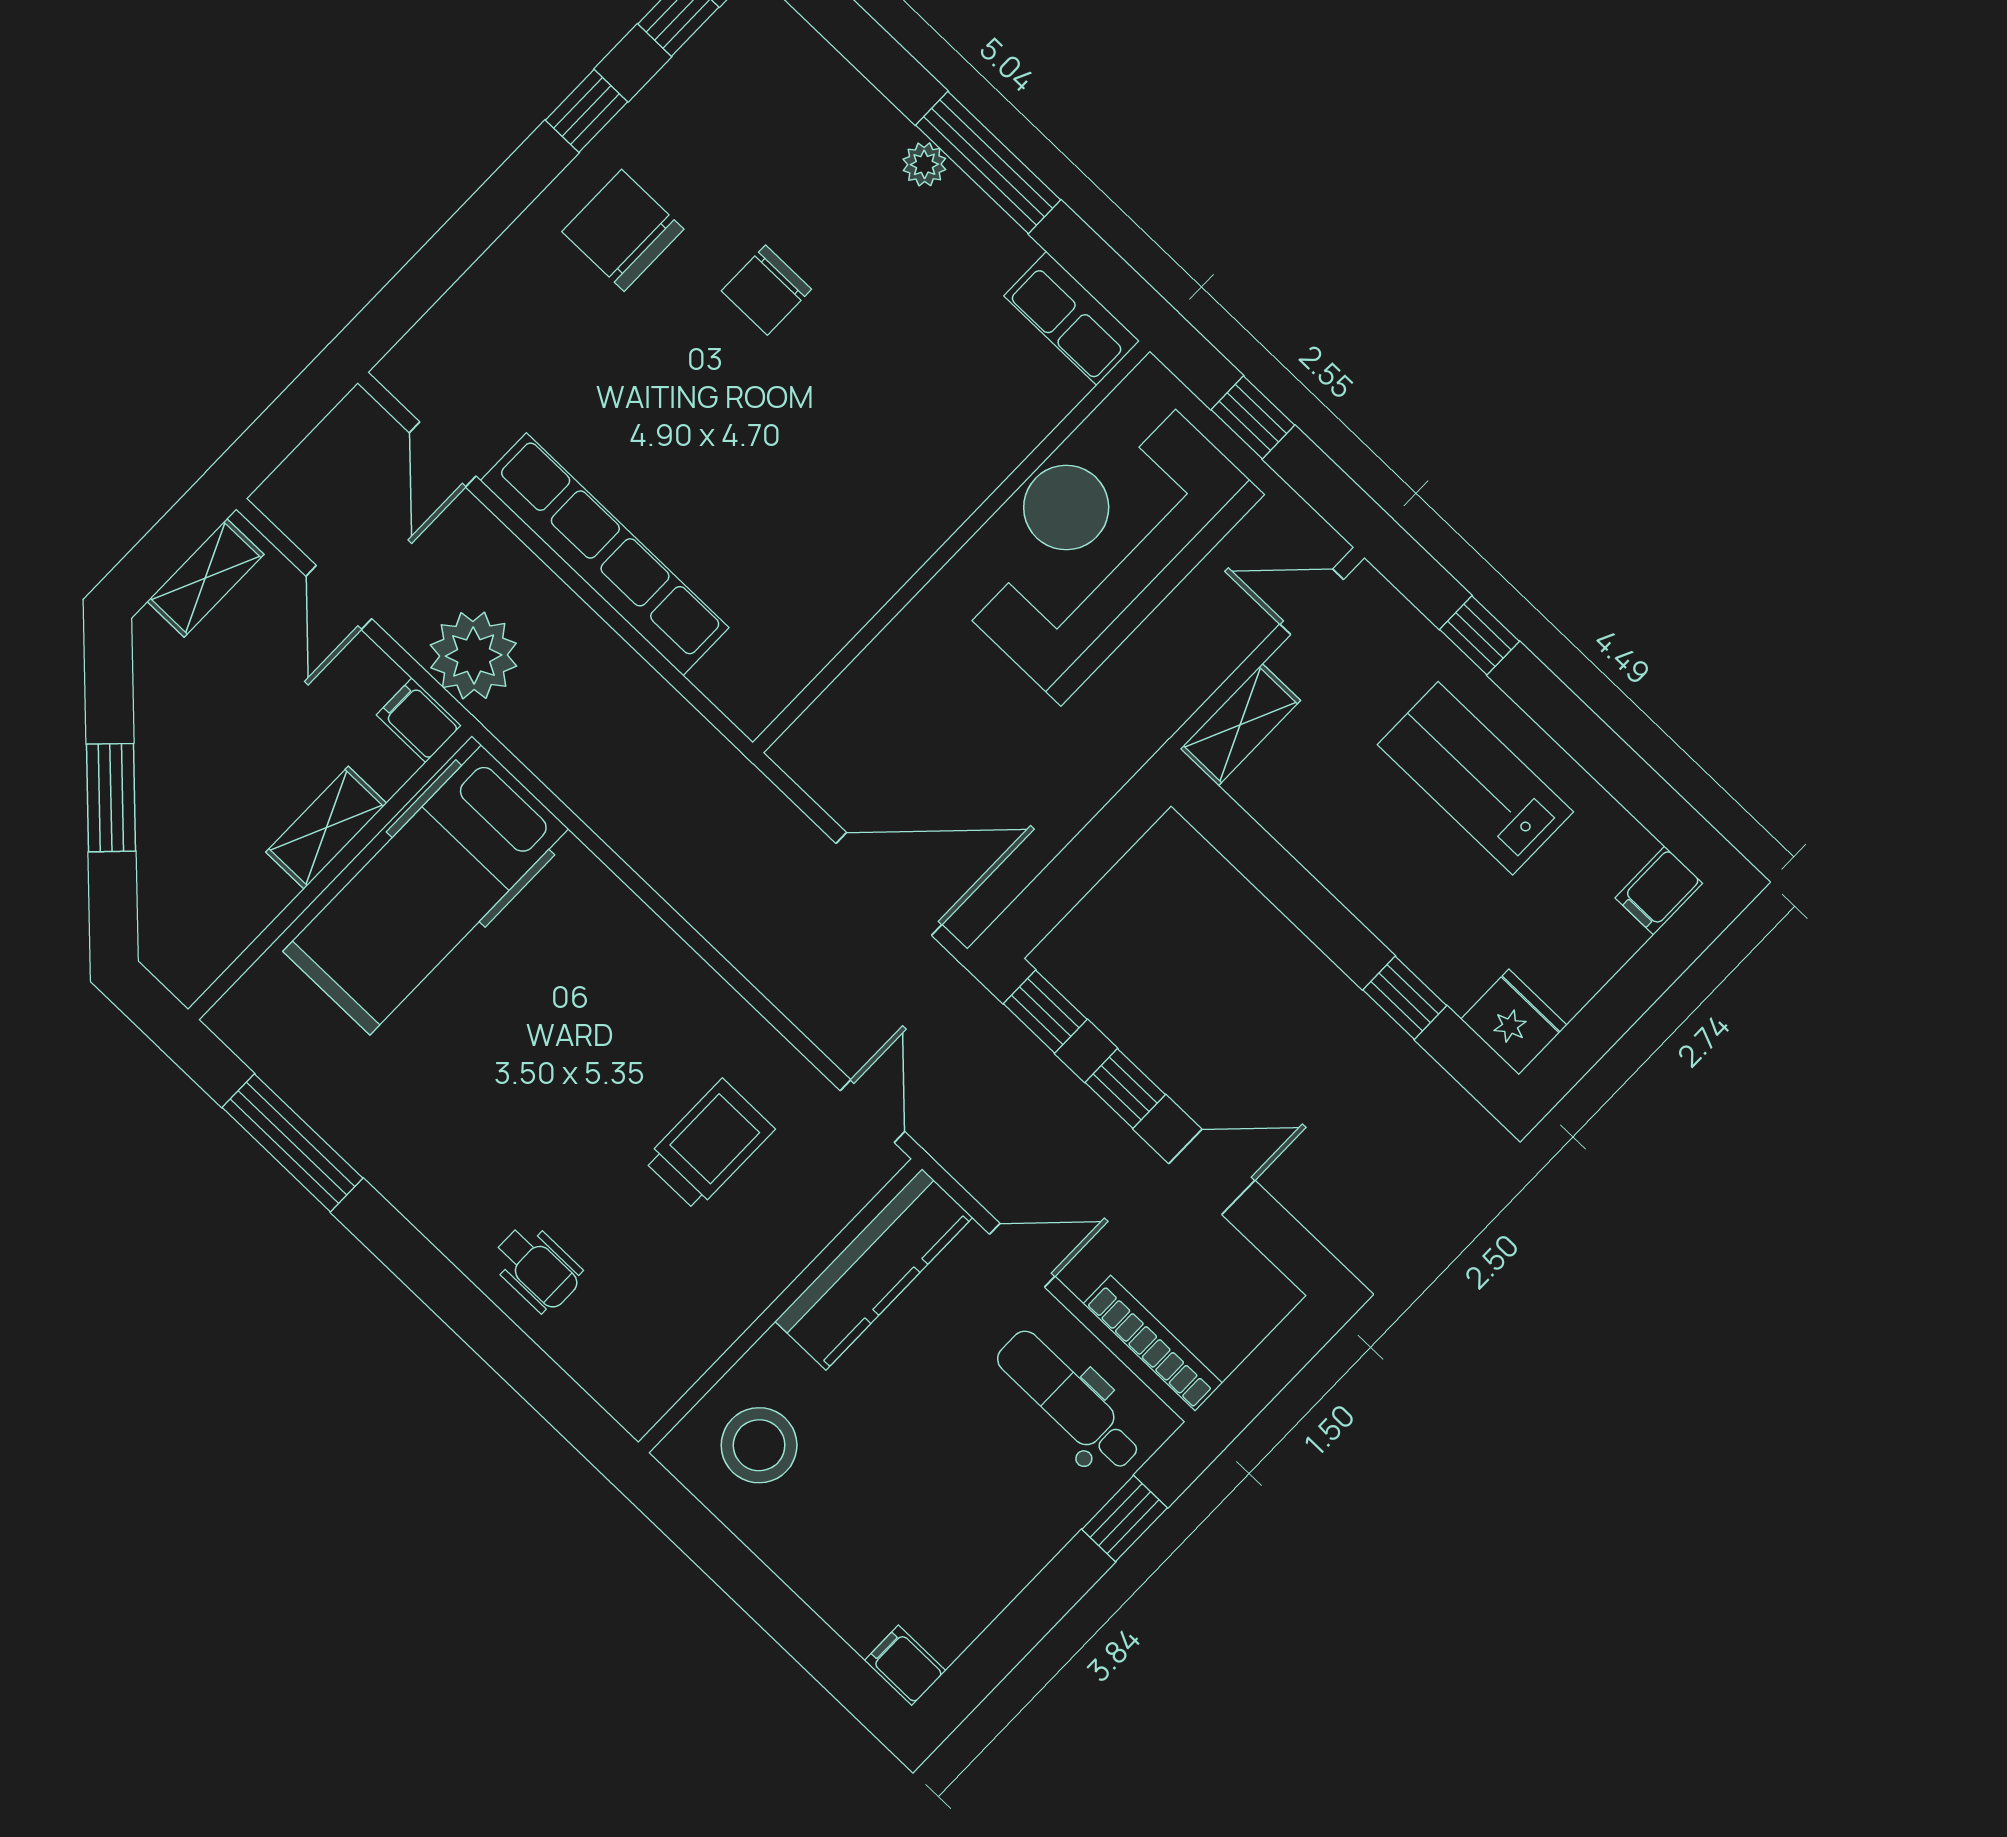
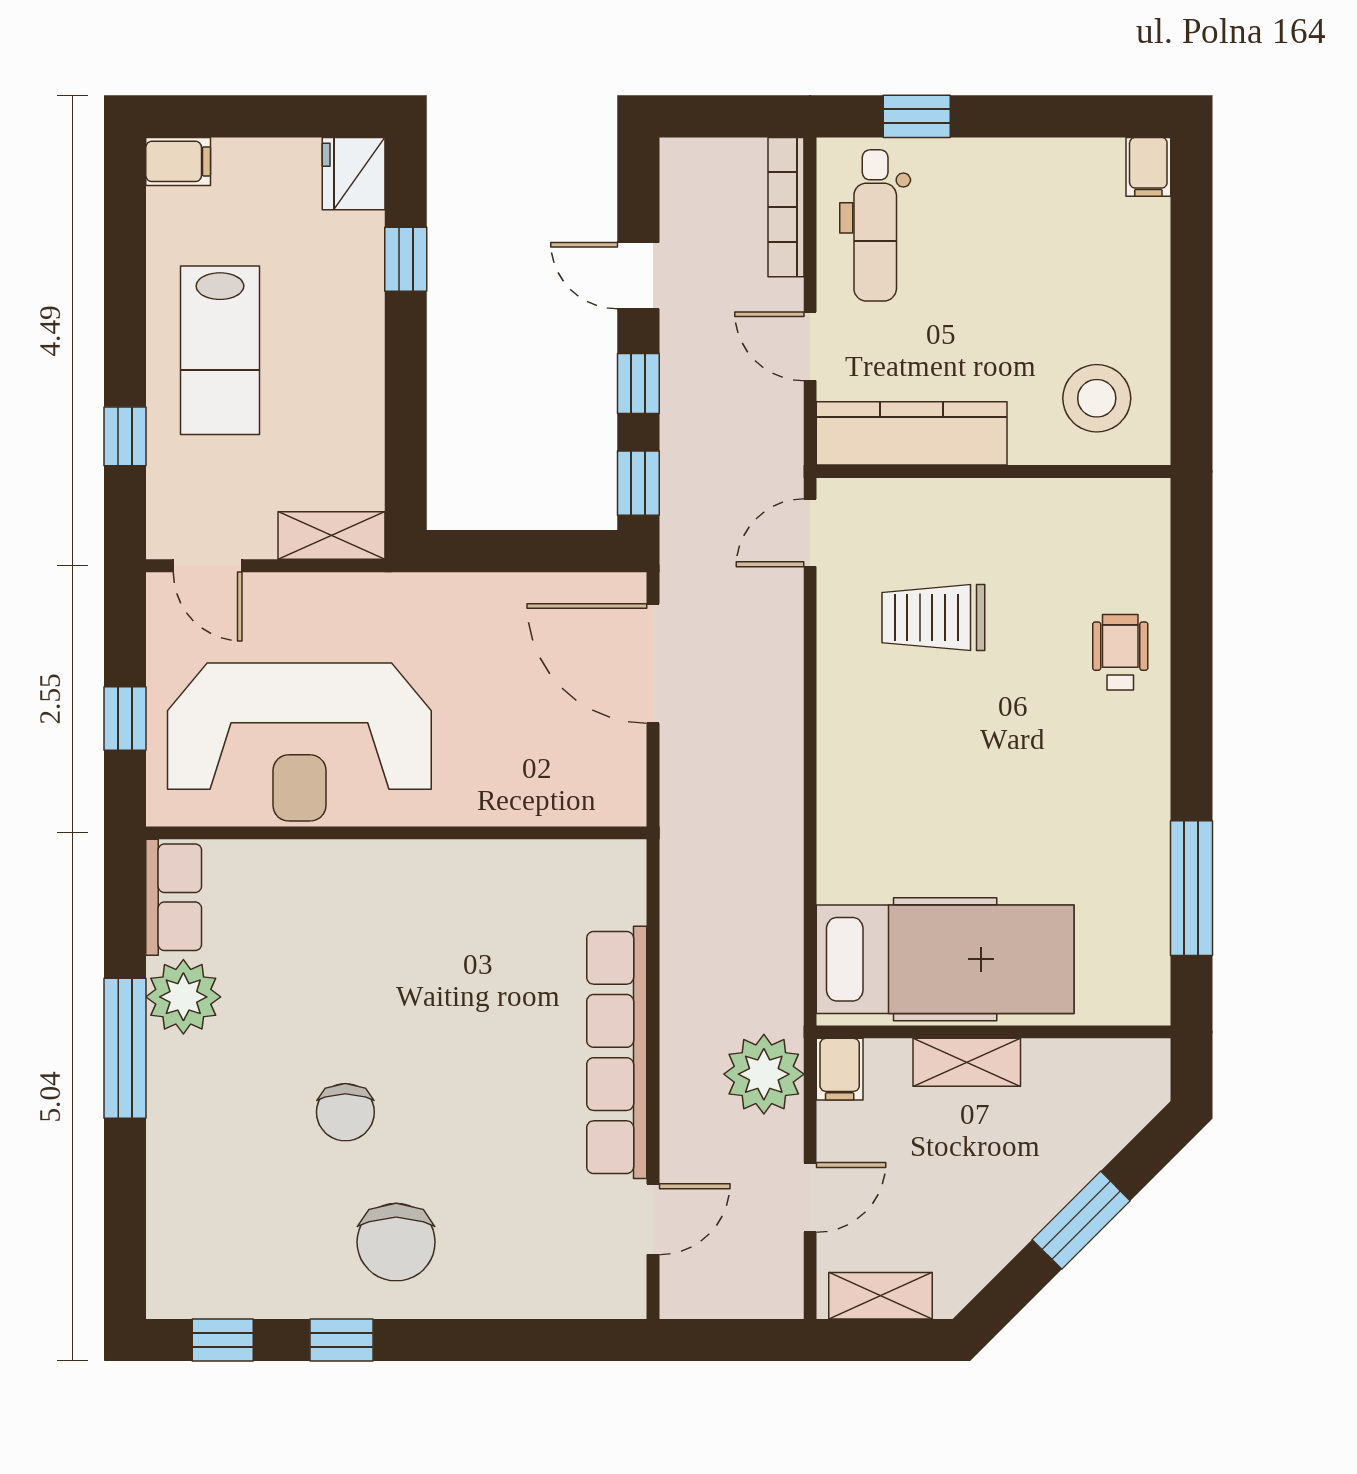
plant: (924, 164) -> (183, 997), moved, width x1.88, depth x1.88
chair: (766, 290) -> (345, 1112), turned 90

